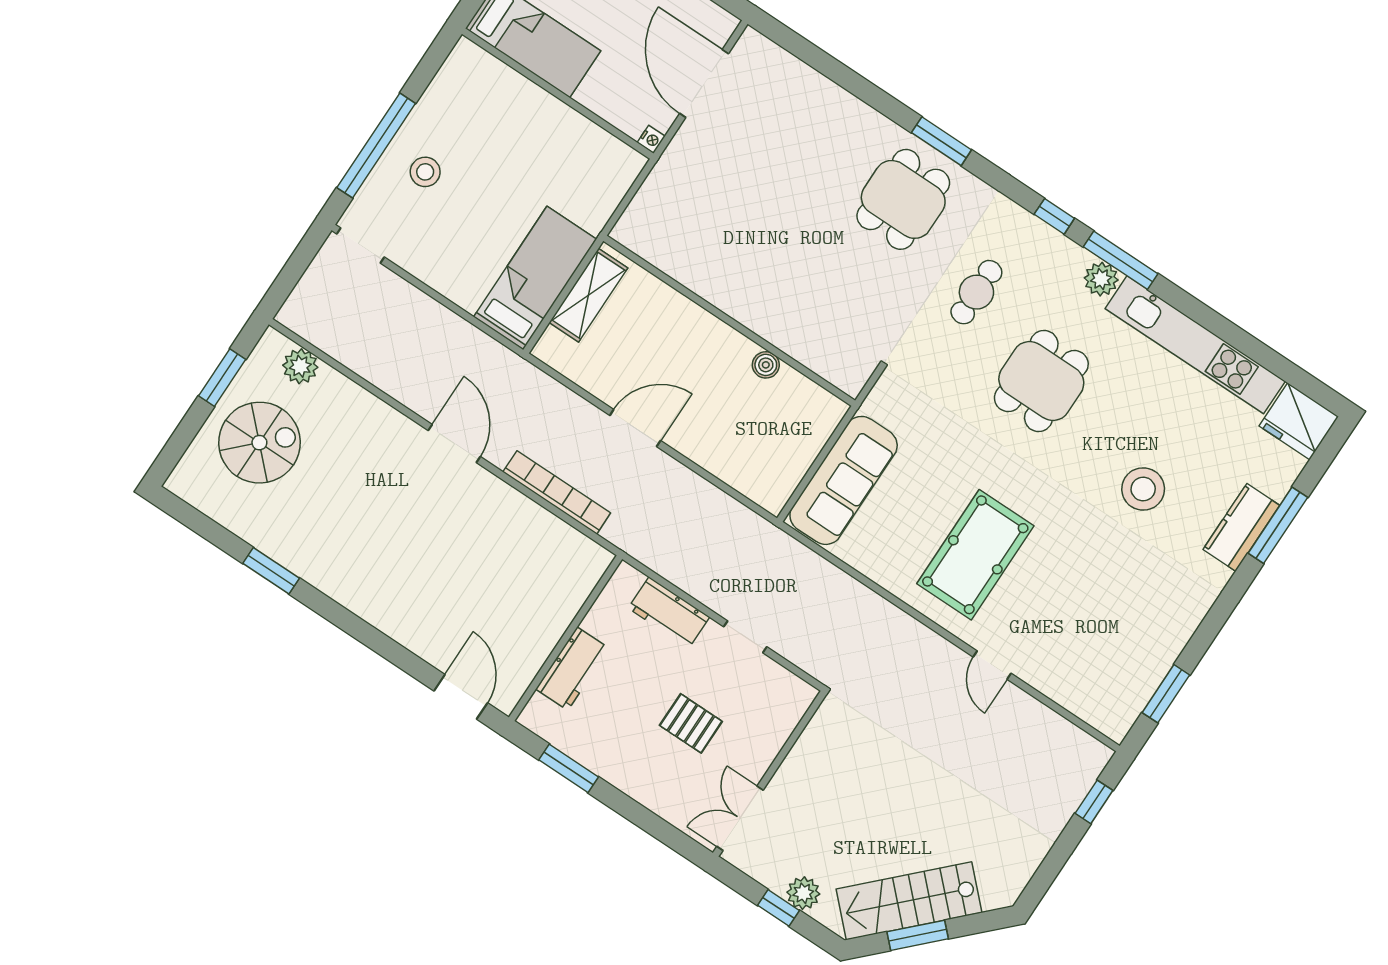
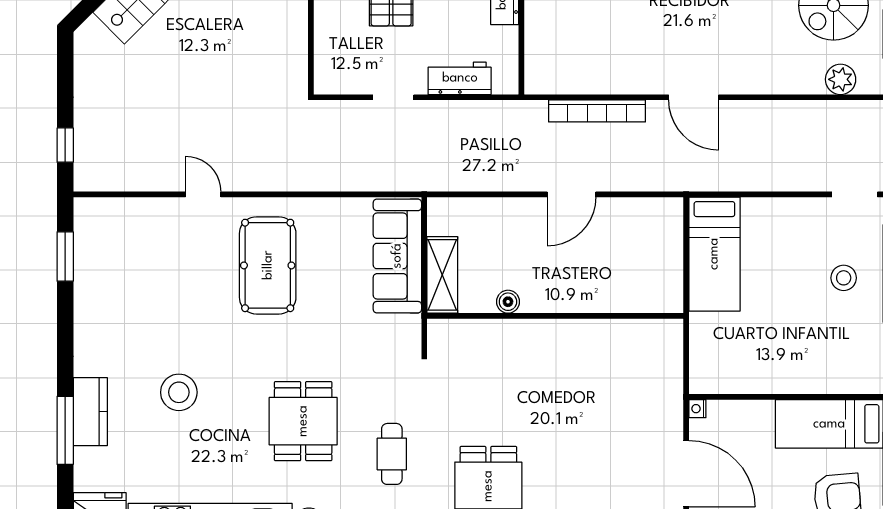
shelving: (588, 295) -> (442, 275), moved

